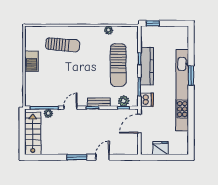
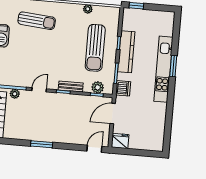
kitchen unit: (182, 90) -> (163, 69), width x0.73
fridge: (160, 148) -> (120, 141), moved
door: (103, 157) -> (94, 149), moved

